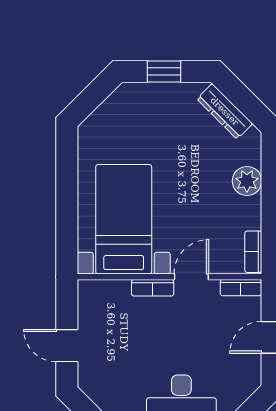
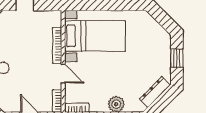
bookcase: (153, 288) -> (57, 45), width x1.56

